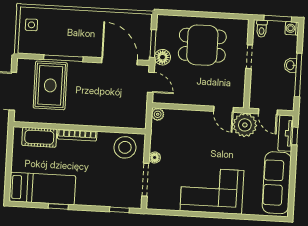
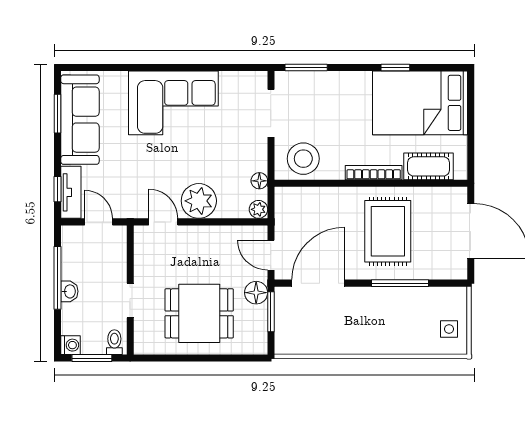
door: (119, 61) -> (318, 283), swing flipped
rug: (50, 85) -> (388, 231), moved
plant: (245, 125) -> (199, 201), moved
floor lamp: (155, 158) -> (259, 181), moved
bed: (42, 188) -> (420, 103), width x1.50
window: (292, 188) -> (58, 114), added
window: (119, 210) -> (306, 68), width x1.50

